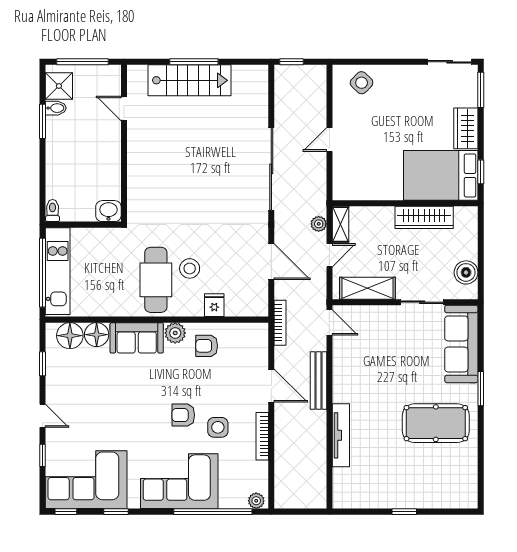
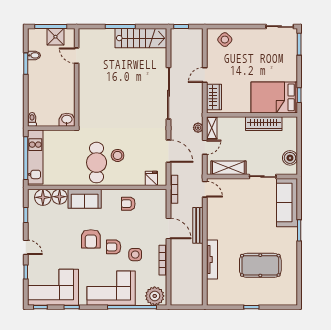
stairs: (189, 80) -> (141, 38), moved
shower: (59, 86) -> (55, 37), moved
wardrobe: (466, 128) -> (214, 97), moved, turned 180
fridge: (214, 305) -> (151, 178), moved
plant: (175, 333) -> (109, 196), removed
armchair: (147, 402) -> (91, 239), added
pool table: (436, 423) -> (260, 265), moved
plant: (256, 501) -> (155, 296), width x1.88, depth x1.88

